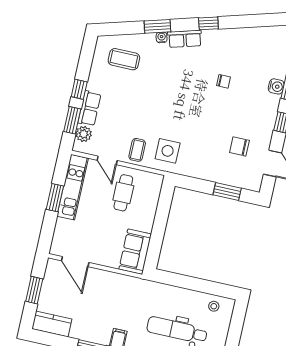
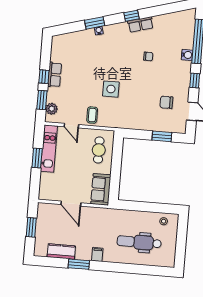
row of seats: (185, 39) -> (140, 24), moved
coffee table: (124, 59) -> (74, 50), removed
row of seats: (89, 108) -> (55, 75), moved
side table: (168, 151) -> (111, 89), moved
cafe table: (123, 193) -> (99, 150), moved
door: (75, 262) -> (71, 204), moved
kitchen counter: (52, 324) -> (61, 251), moved

